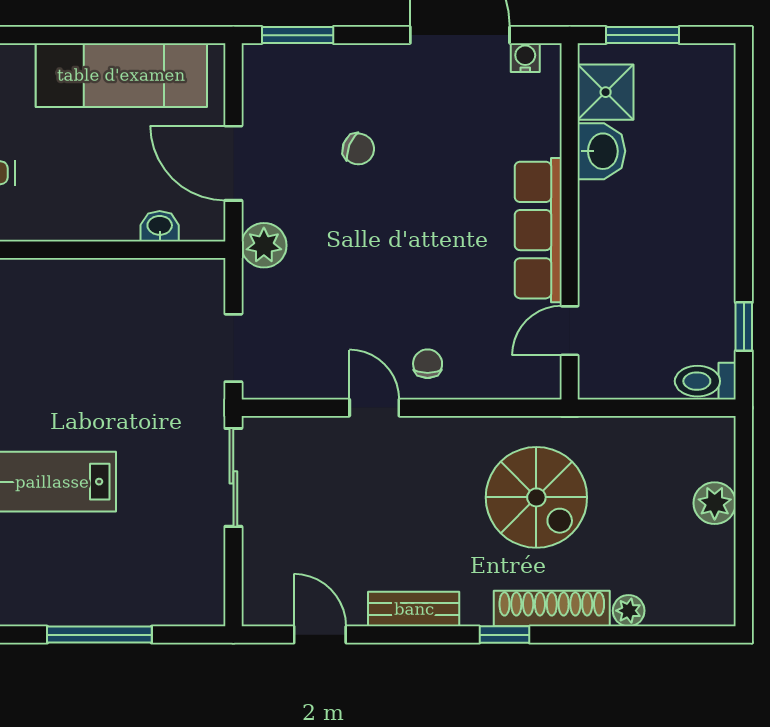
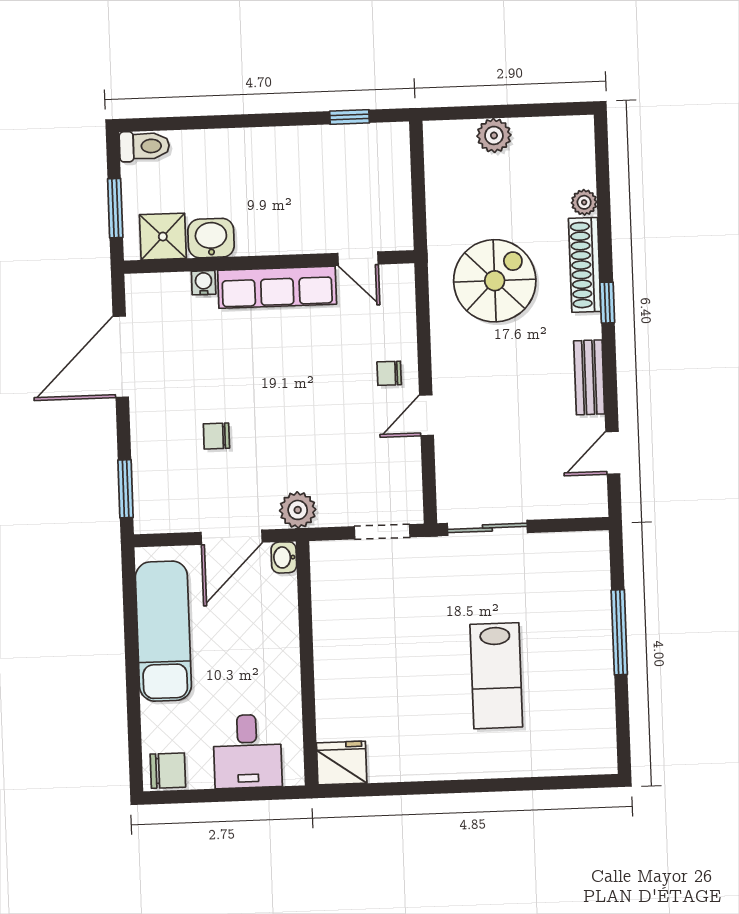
water cooler: (525, 58) -> (204, 283), moved, turned 90
chair: (358, 149) -> (216, 436), turned -112
washbasin: (160, 226) -> (284, 557), moved
toilet: (705, 381) -> (144, 146), moved, turned -90

